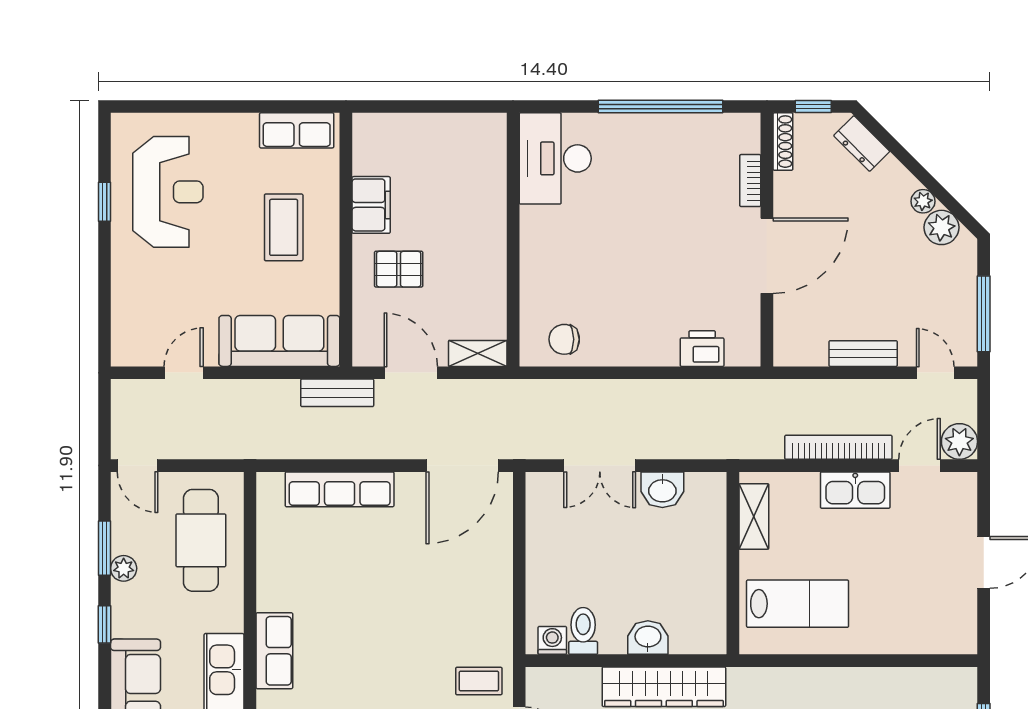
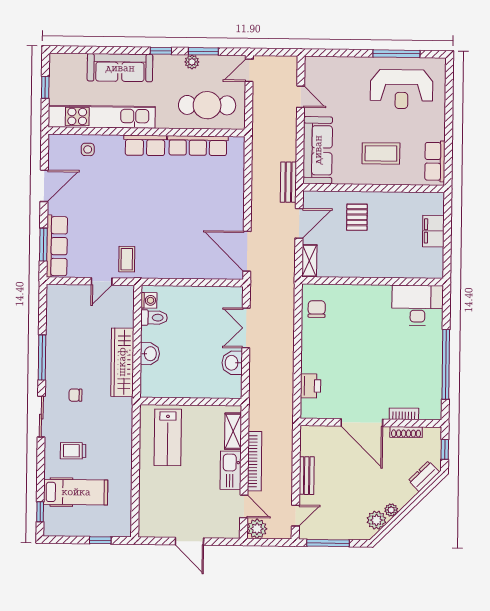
shoe rack: (783, 142) -> (406, 432), moved
window: (104, 202) -> (396, 54), width x2.17
filing cabinet: (371, 205) -> (433, 231), moved, turned 90
row of seats: (340, 489) -> (198, 146), moved, turned -90
shelving: (754, 516) -> (233, 431), moved, turned 90

